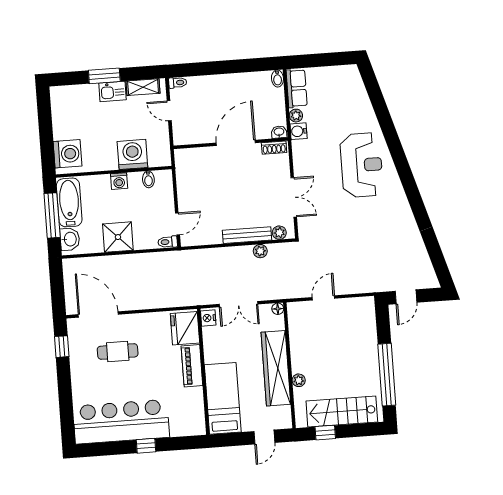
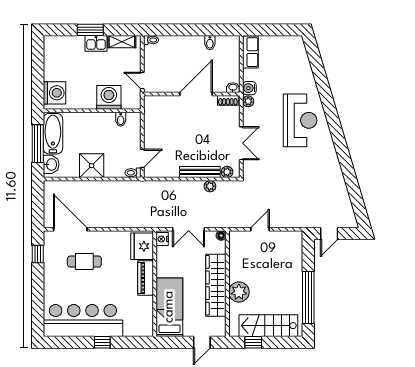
bidet: (277, 78) -> (210, 43), moved
door: (169, 111) -> (142, 81), moved
plant: (296, 116) -> (248, 101), moved
washing machine: (119, 181) -> (96, 119), removed
plant: (299, 380) -> (239, 292), width x1.87, depth x1.87

